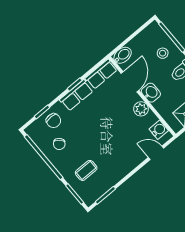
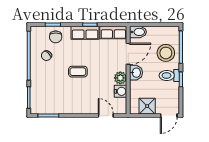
stool: (163, 53) -> (166, 53), width x1.89, depth x1.89
water cooler: (159, 130) -> (121, 91), moved
coffee table: (86, 170) -> (78, 72), moved

